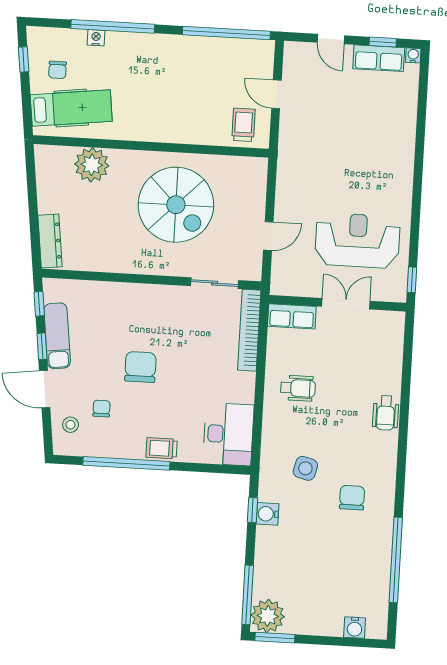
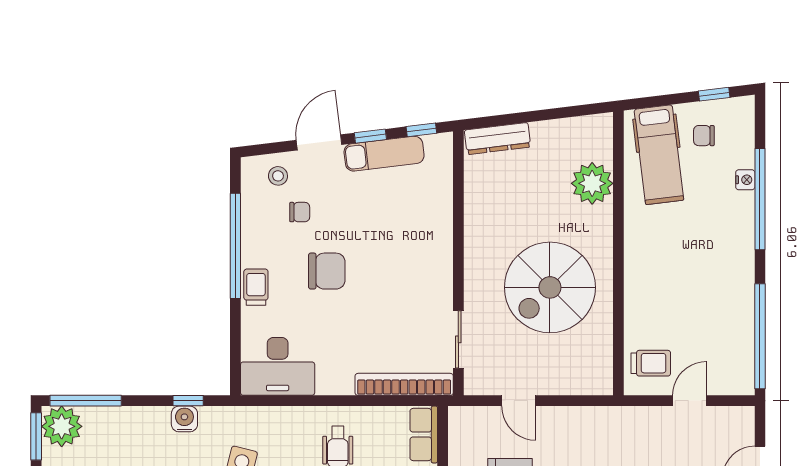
chair: (140, 367) -> (327, 271), moved

